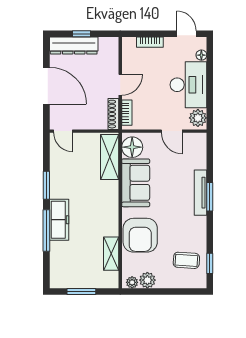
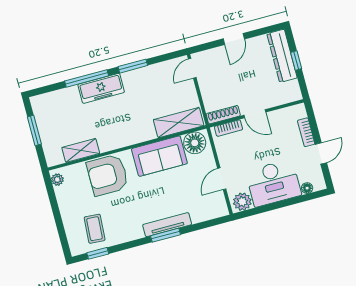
door: (186, 34) -> (321, 153), moved
door: (46, 86) -> (234, 39), width x0.53
plant: (147, 280) -> (64, 194), removed

